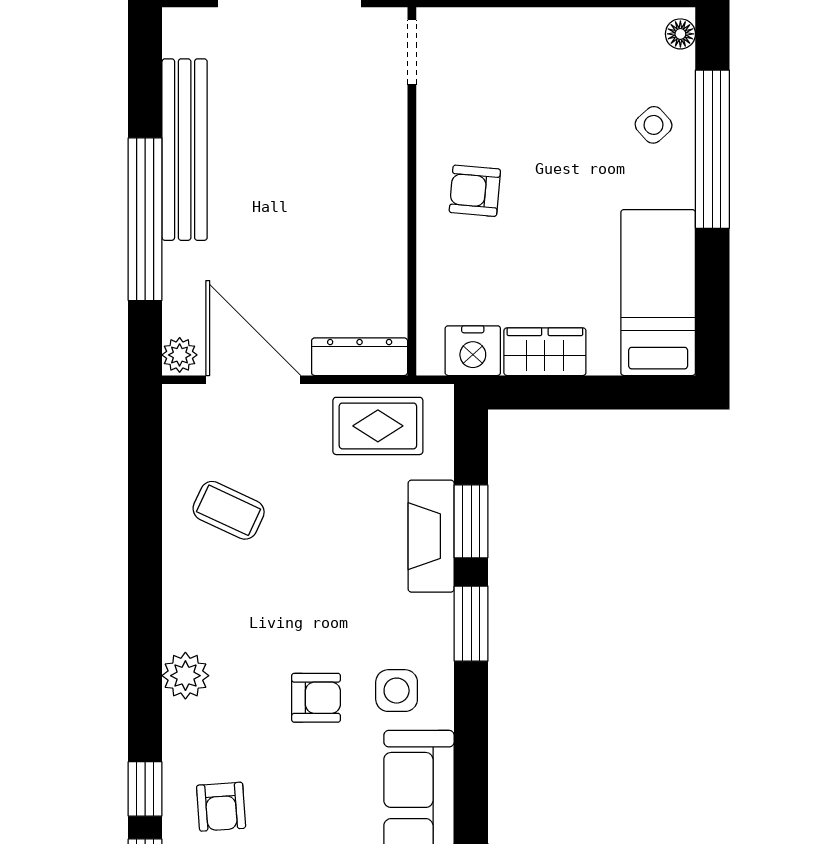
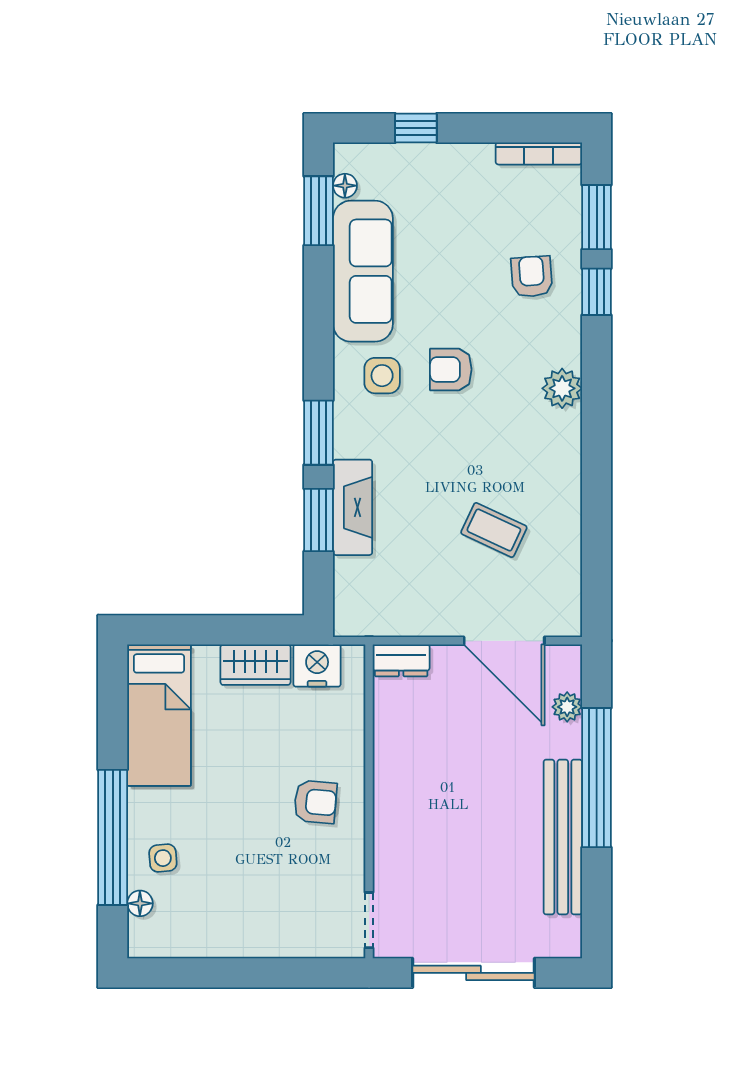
floor lamp: (680, 34) -> (140, 903), moved
side table: (654, 125) -> (163, 858), turned 37
plant: (180, 355) -> (567, 707), moved
dresser: (360, 357) -> (401, 660), width x0.70
rug: (378, 426) -> (398, 601), removed
coffee table: (229, 510) -> (494, 530), moved

